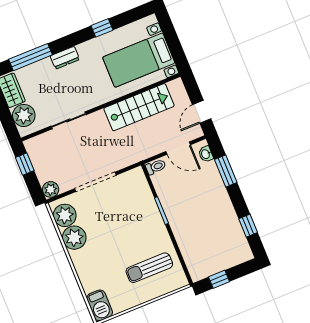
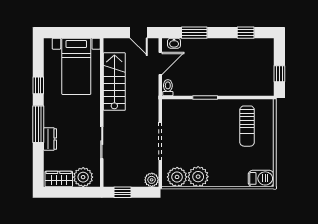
window: (31, 57) -> (38, 124), moved
dresser: (65, 58) -> (50, 139), moved

